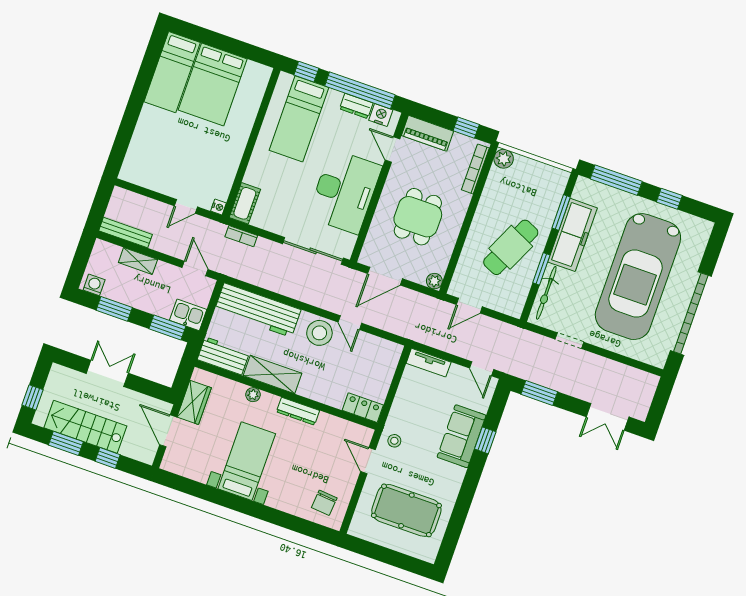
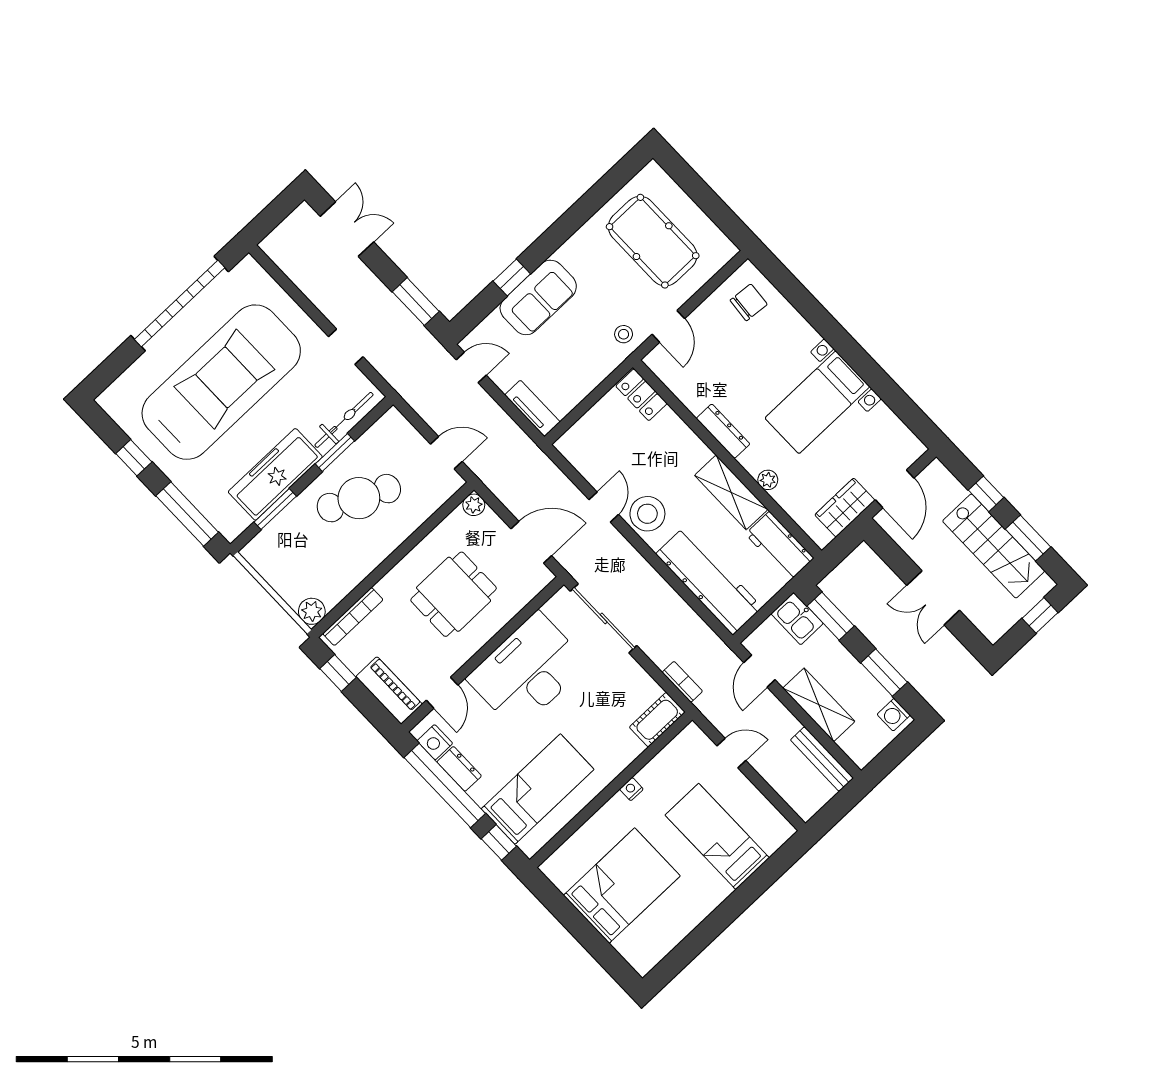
bed: (172, 72) -> (717, 837), moved, turned -90
nightstand: (219, 207) -> (631, 789), moved
shelving: (138, 261) -> (819, 705), width x1.50, depth x1.33
door: (482, 369) -> (471, 367), hinge flipped

